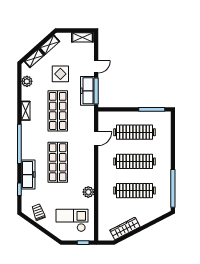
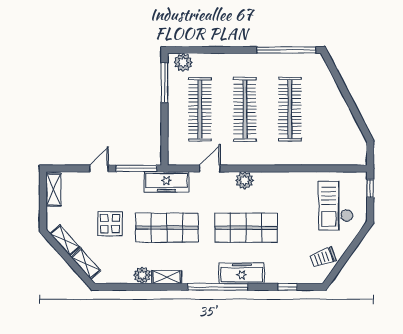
door: (96, 67) -> (99, 168), hinge flipped
plant: (27, 81) -> (142, 275), moved
freezer: (87, 91) -> (166, 182), moved
plant: (165, 121) -> (183, 62), added
door: (96, 139) -> (210, 168), hinge flipped
freezer: (28, 175) -> (242, 273), moved
plant: (88, 192) -> (245, 180), moved
wardrobe: (125, 228) -> (348, 124), removed

